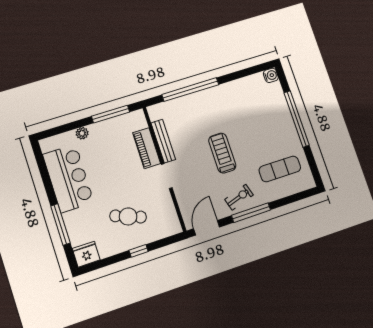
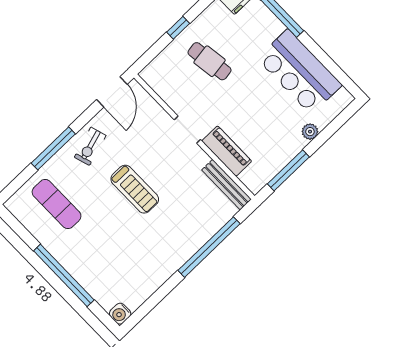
bench: (163, 141) -> (226, 185), moved
exercise mat: (280, 169) -> (57, 204), turned 90
window: (251, 213) -> (53, 148), moved
cafe table: (128, 216) -> (210, 61), turned 61

